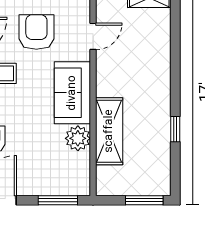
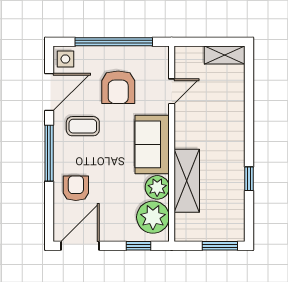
armchair: (36, 32) -> (118, 87), turned 180
plant: (73, 170) -> (153, 217), added
window: (58, 200) -> (138, 246), width x0.67

